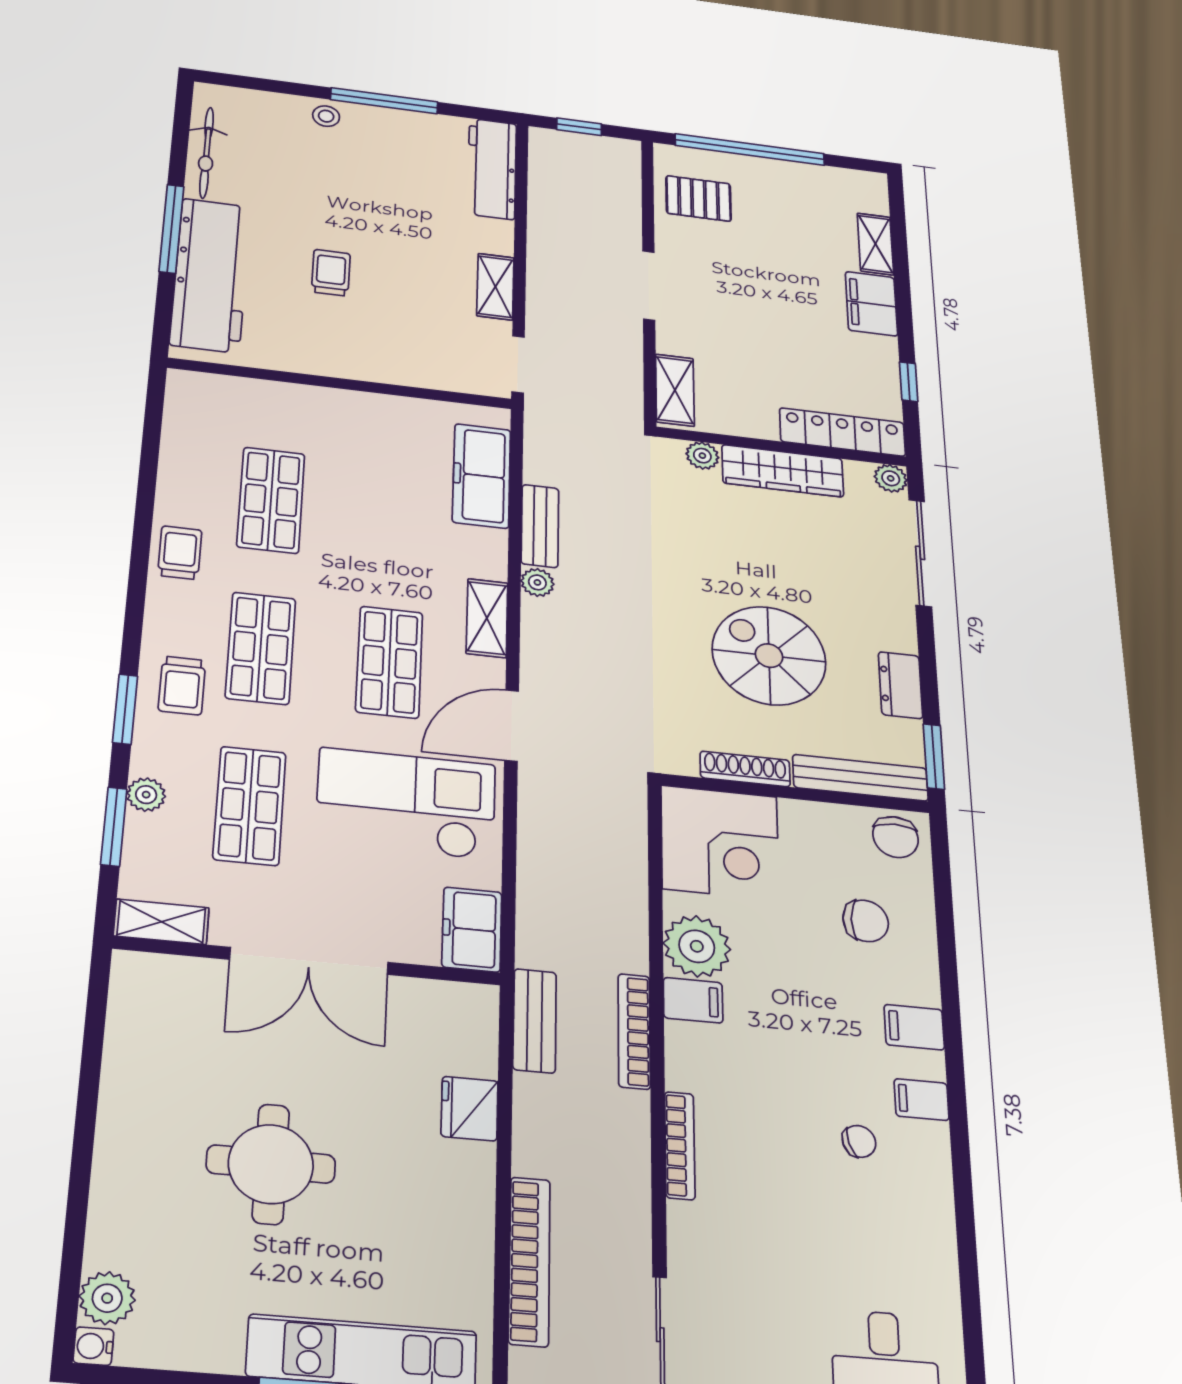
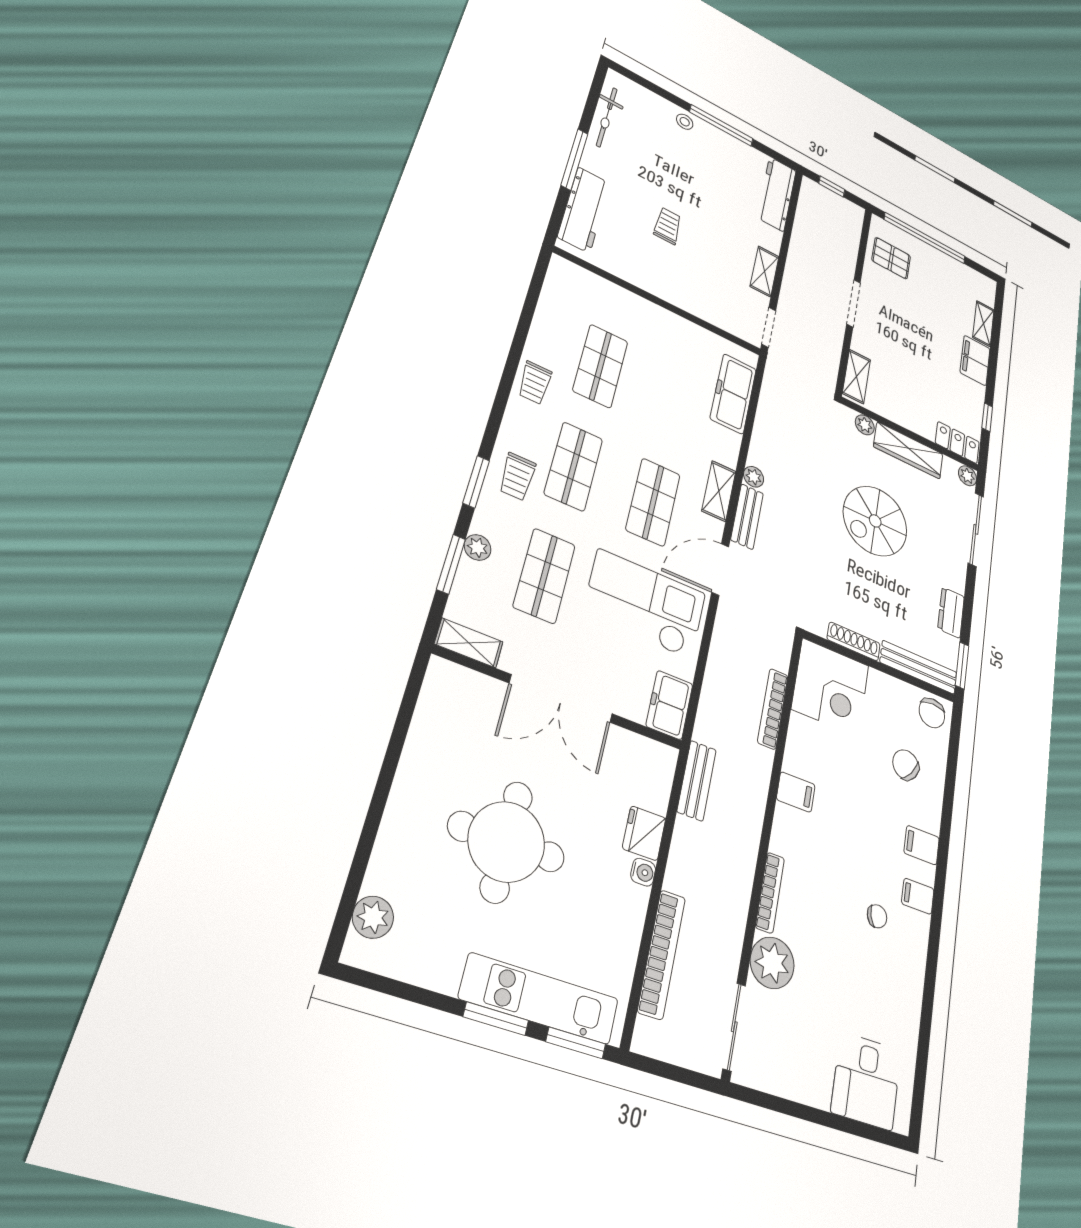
workbench: (211, 275) -> (584, 210), width x0.73, depth x0.76
locker: (843, 432) -> (957, 443), width x0.66
bench: (540, 526) -> (747, 517), moved
trolley: (180, 553) -> (535, 383), turned 180
spiral stairs: (769, 656) -> (875, 521), moved, turned -90
chair: (866, 921) -> (906, 765), turned -145
plant: (697, 946) -> (772, 963), moved
bookcase: (634, 1031) -> (773, 709), moved
round table: (271, 1164) -> (506, 842), width x1.36, depth x1.36
water cooler: (93, 1346) -> (643, 872), moved, turned 180

